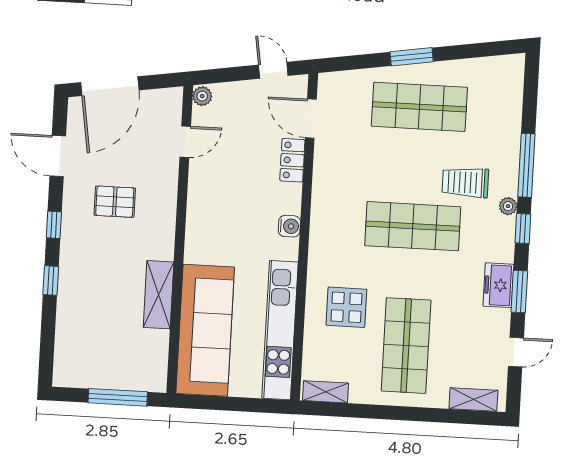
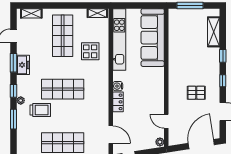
door: (185, 142) -> (166, 121), hinge flipped
locker: (292, 160) -> (118, 102), moved
window: (526, 165) -> (13, 119), width x0.69
shelving: (159, 295) -> (214, 32), moved

